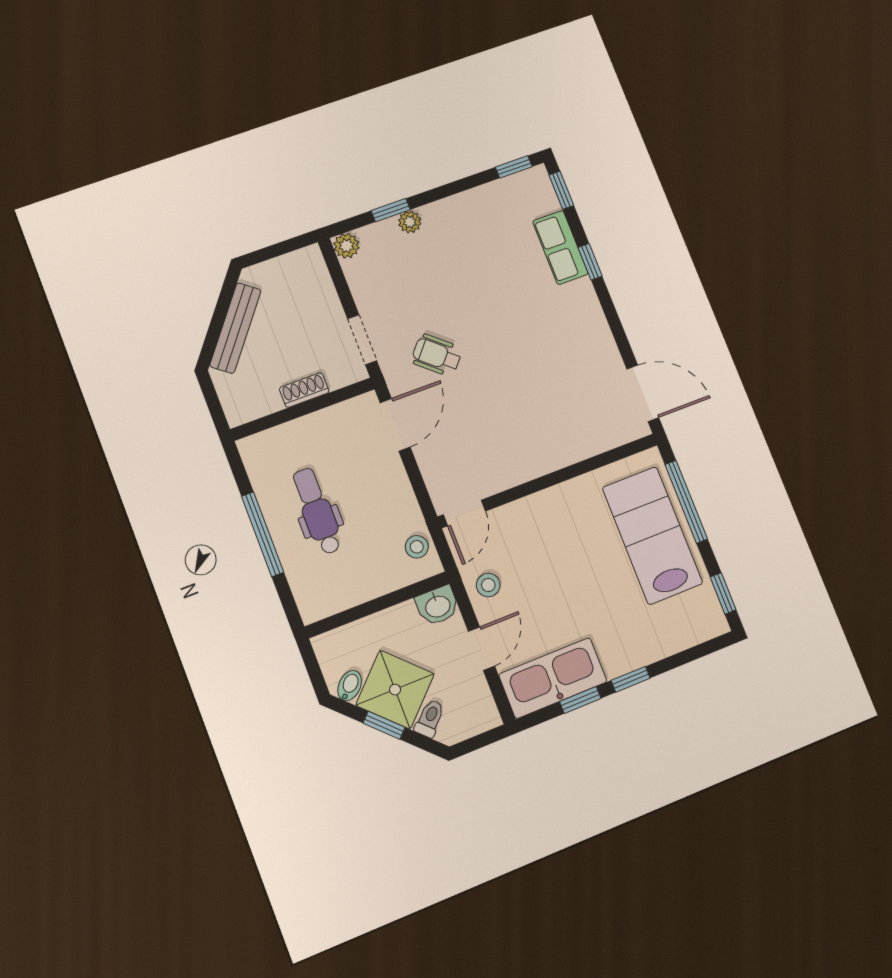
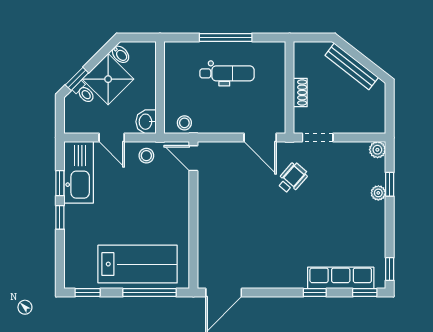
row of seats: (560, 247) -> (341, 278), width x1.48
window: (384, 725) -> (77, 79), moved

